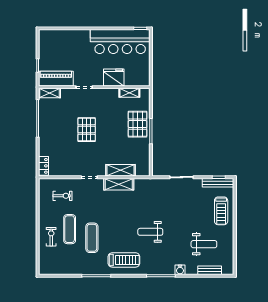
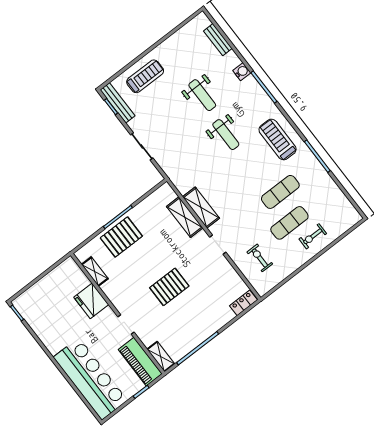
bar counter: (120, 42) -> (90, 379), moved
weight bench: (204, 244) -> (202, 95), moved, turned 180

